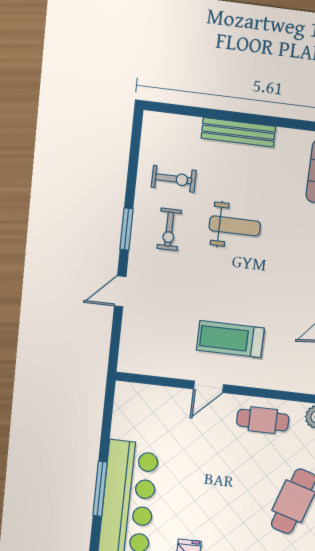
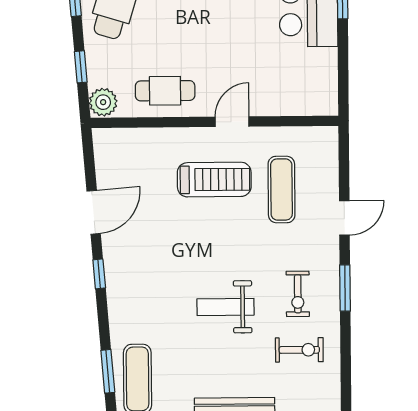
exercise bike: (174, 179) -> (299, 350), turned 180
exercise bike: (169, 229) -> (298, 294), turned 180
exercise mat: (173, 323) -> (281, 189), added

